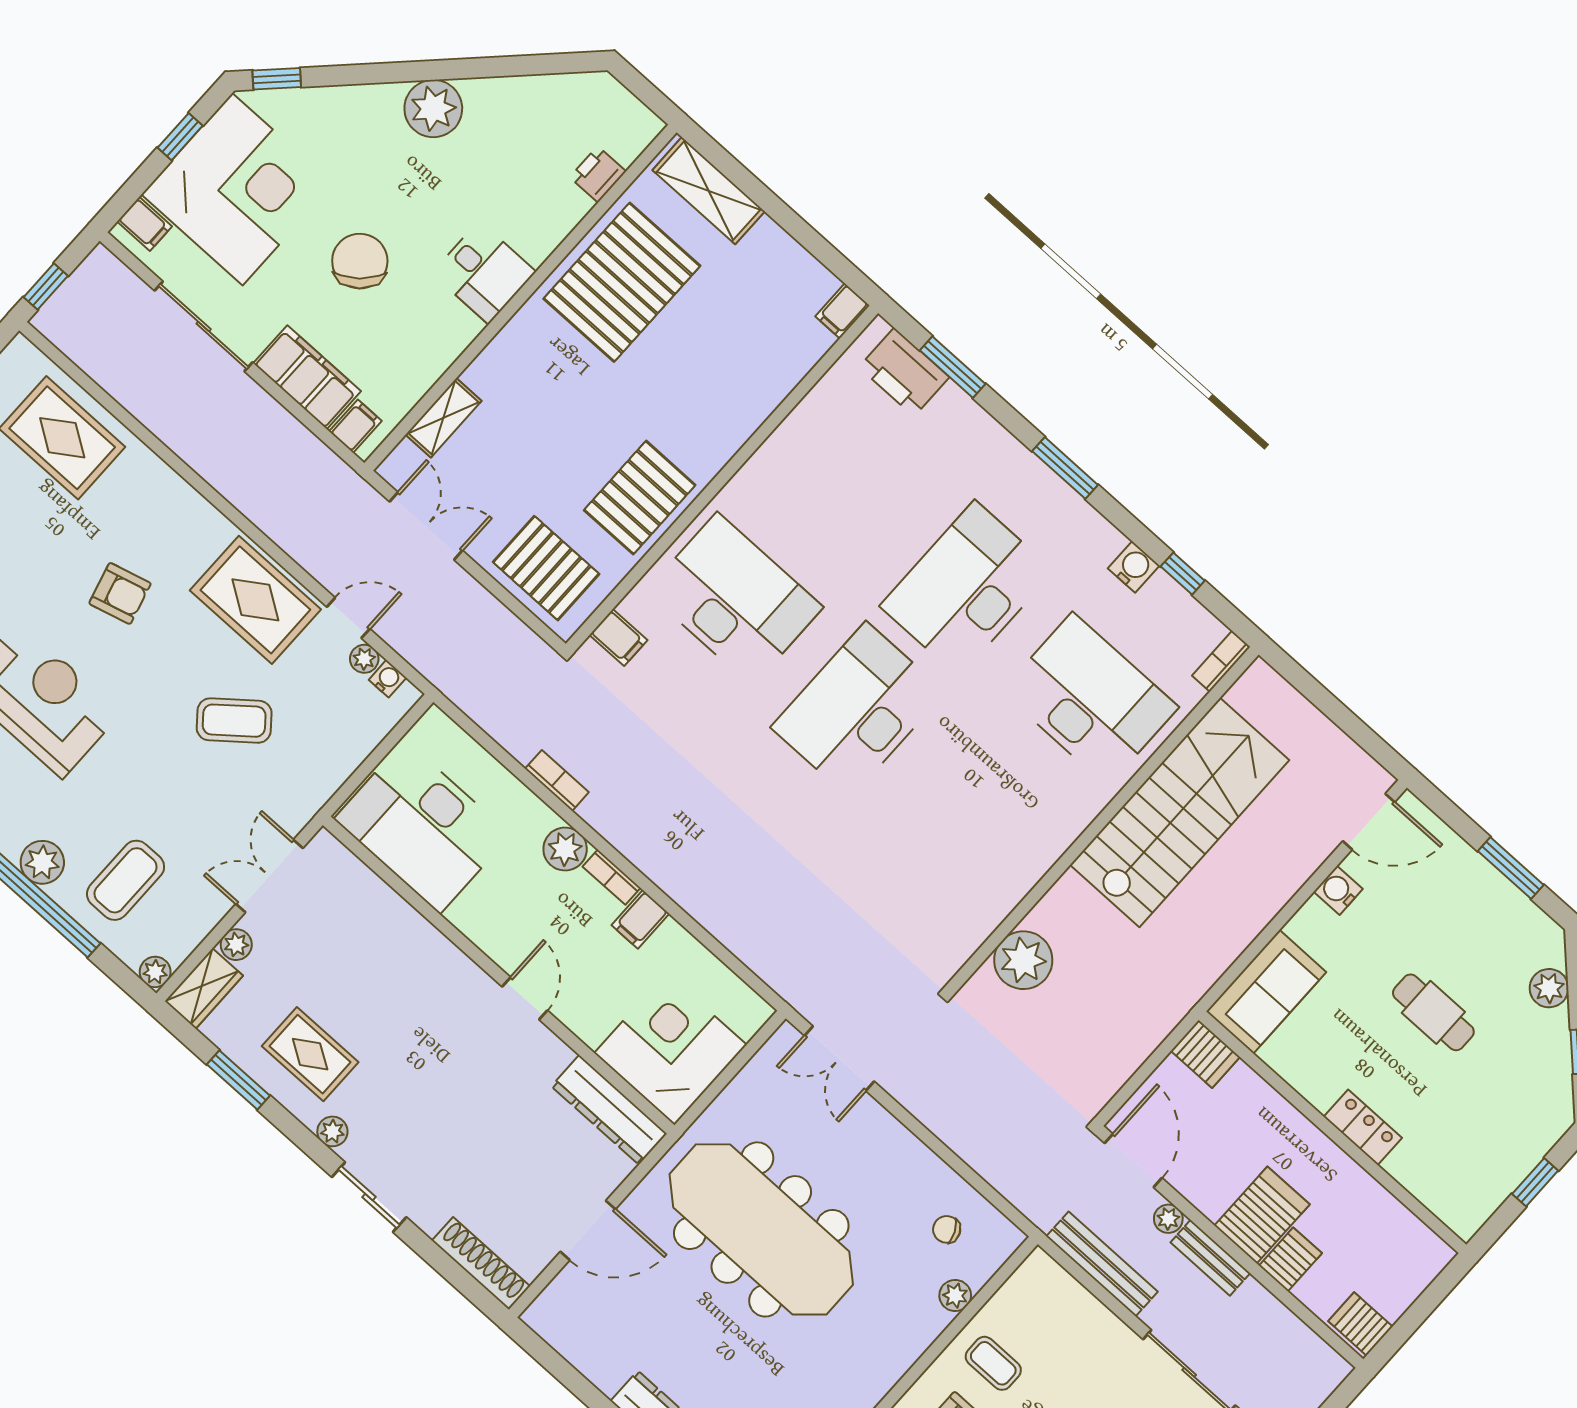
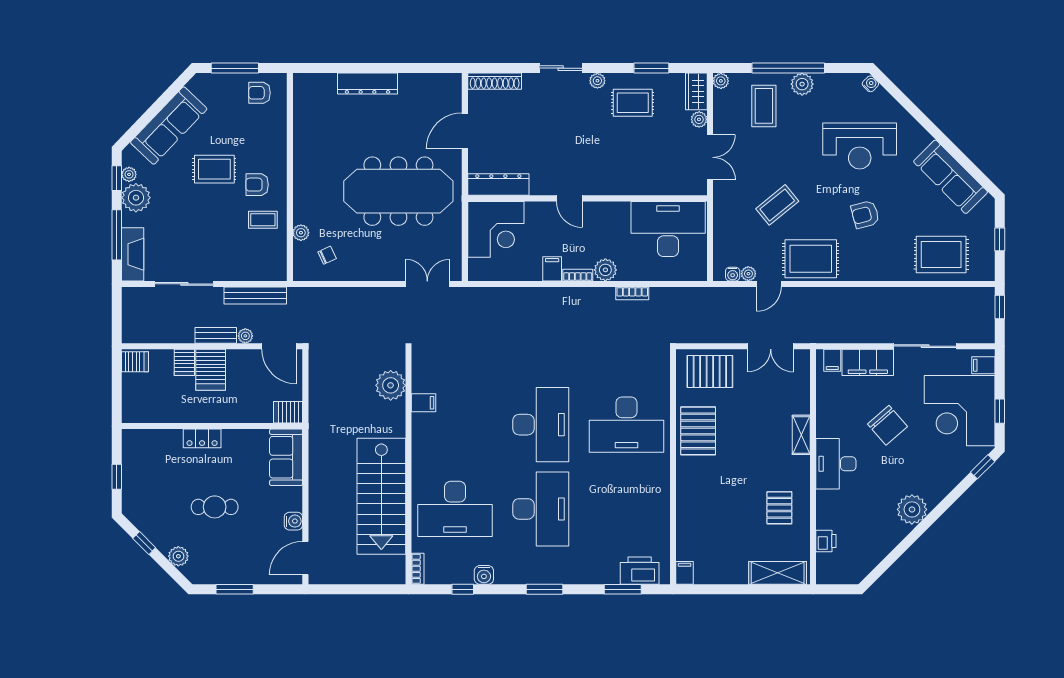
desk: (484, 272) -> (836, 464), width x1.37
pallet: (622, 282) -> (779, 508), width x0.49, depth x0.50
shelving: (443, 418) -> (801, 435), moved
filing cabinet: (618, 637) -> (424, 403), moved, turned 180

